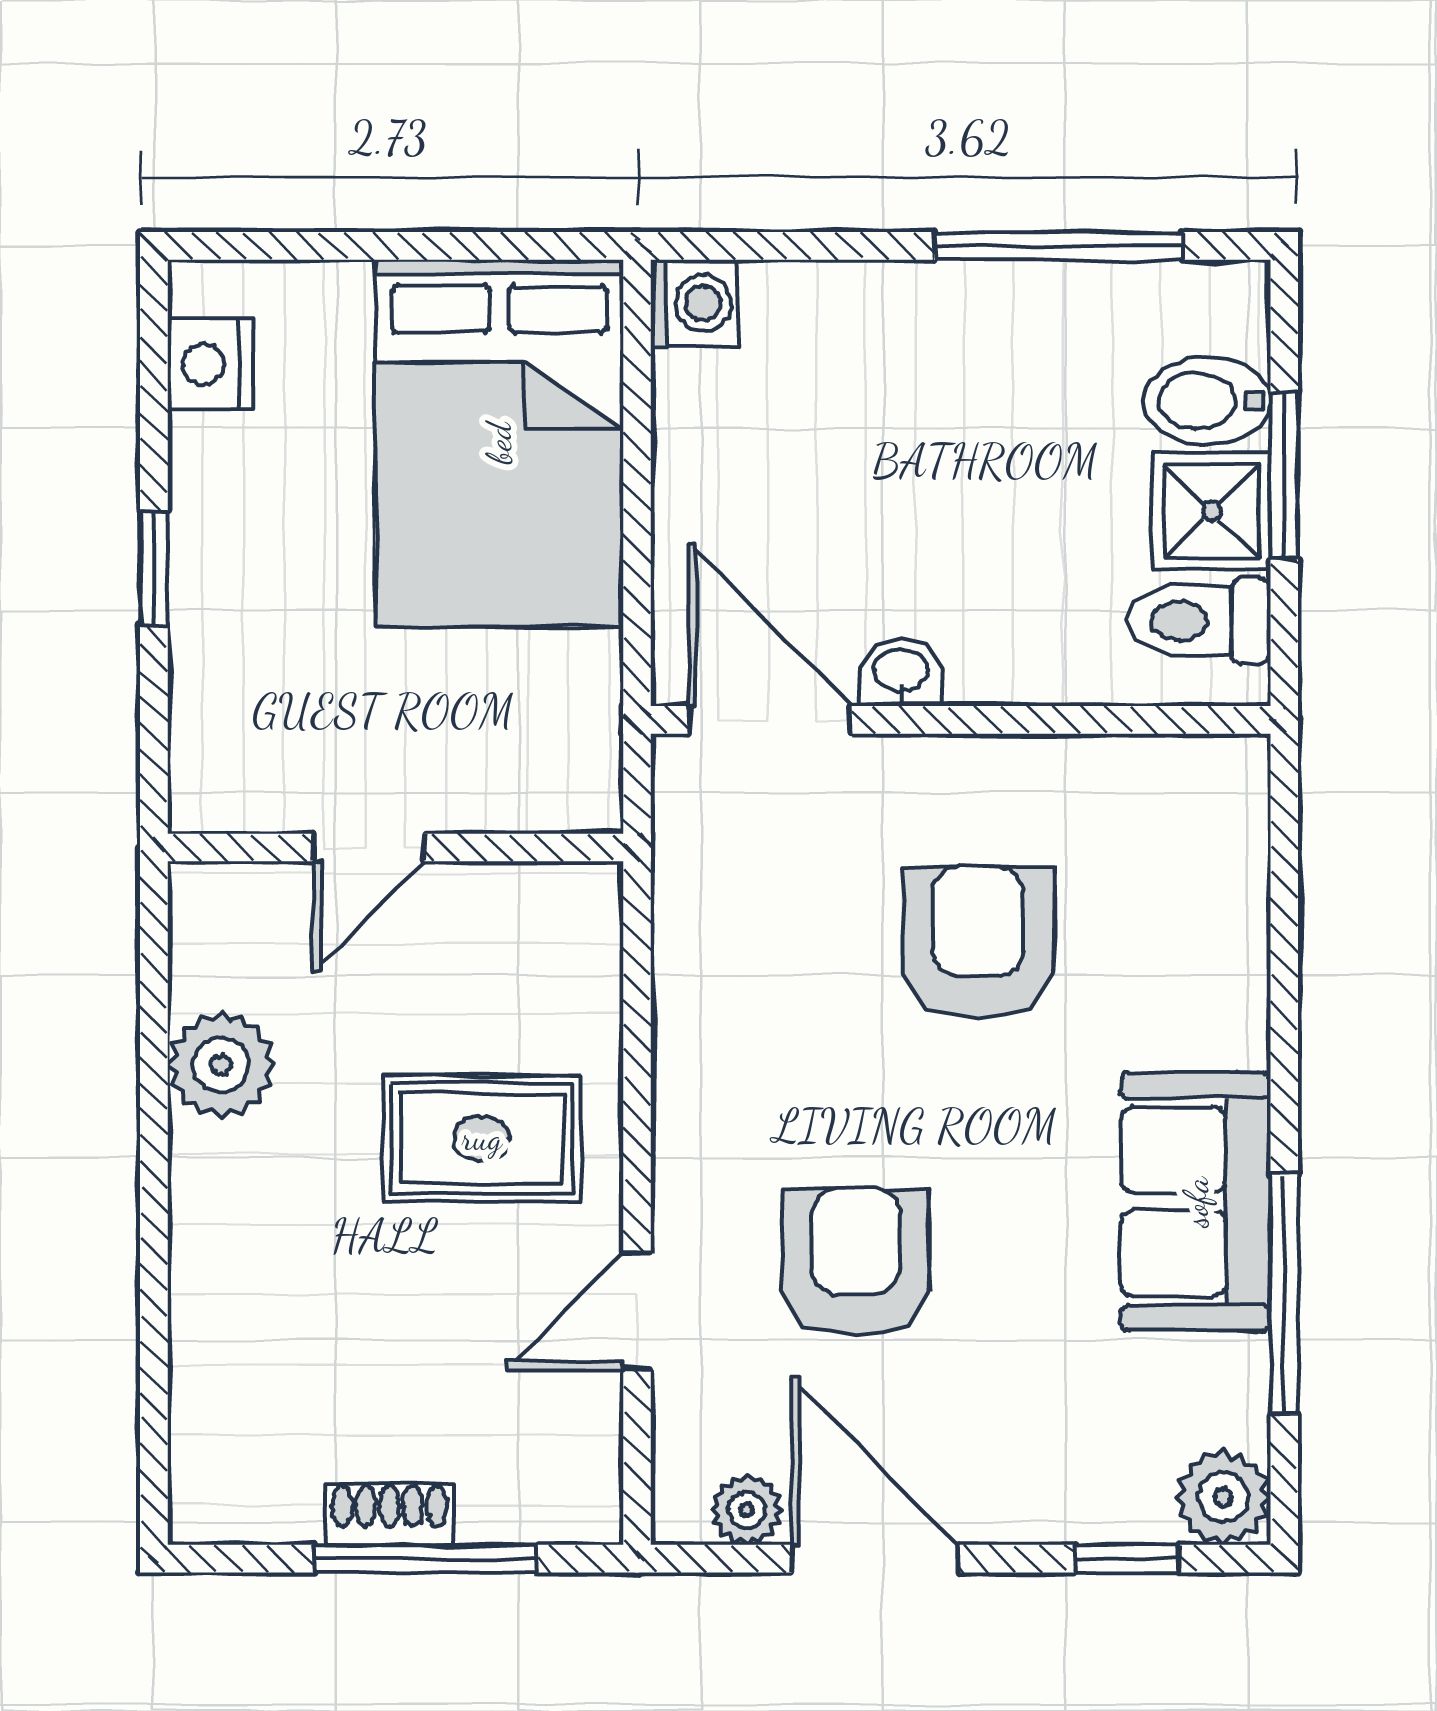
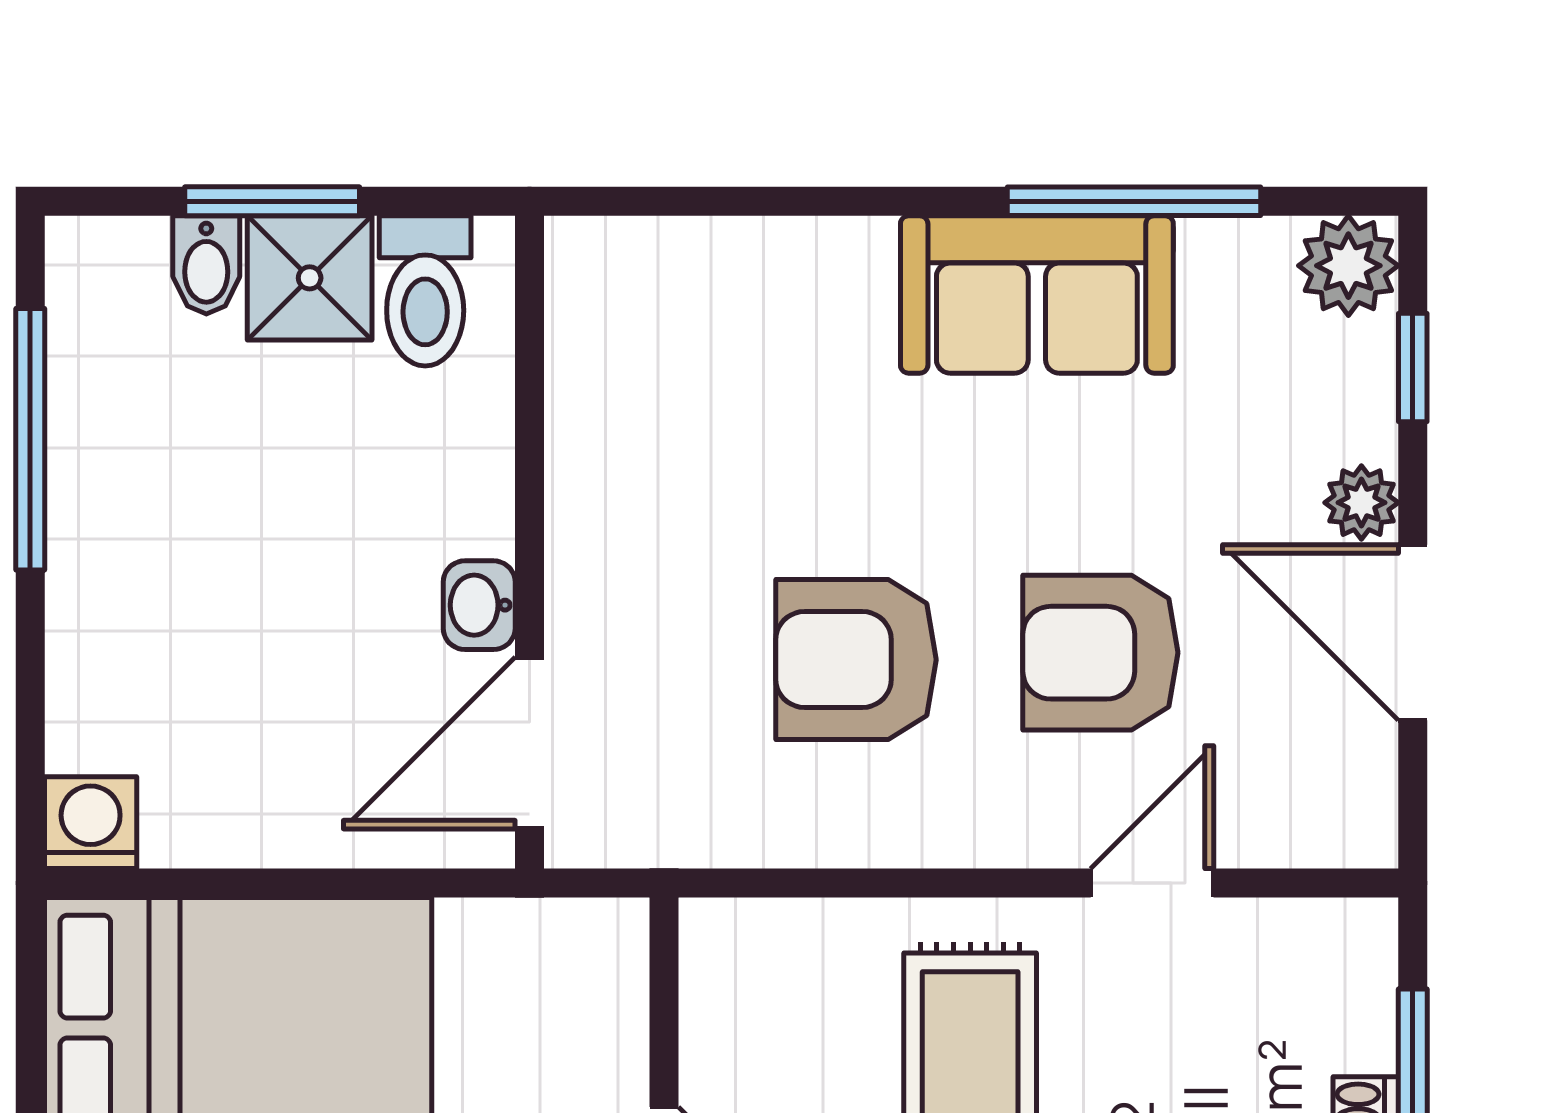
bidet: (1207, 401) -> (206, 265), width x0.72, depth x0.74
armchair: (978, 943) -> (856, 660), moved
door: (637, 1311) -> (1152, 883), swing flipped
plant: (747, 1510) -> (1361, 503), moved
door: (875, 1559) -> (1413, 633), hinge flipped

